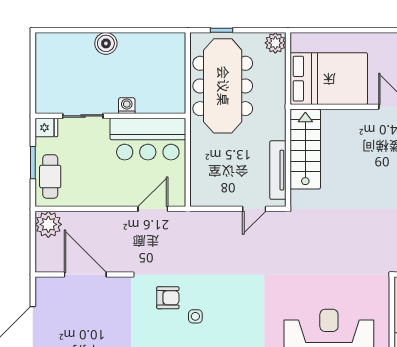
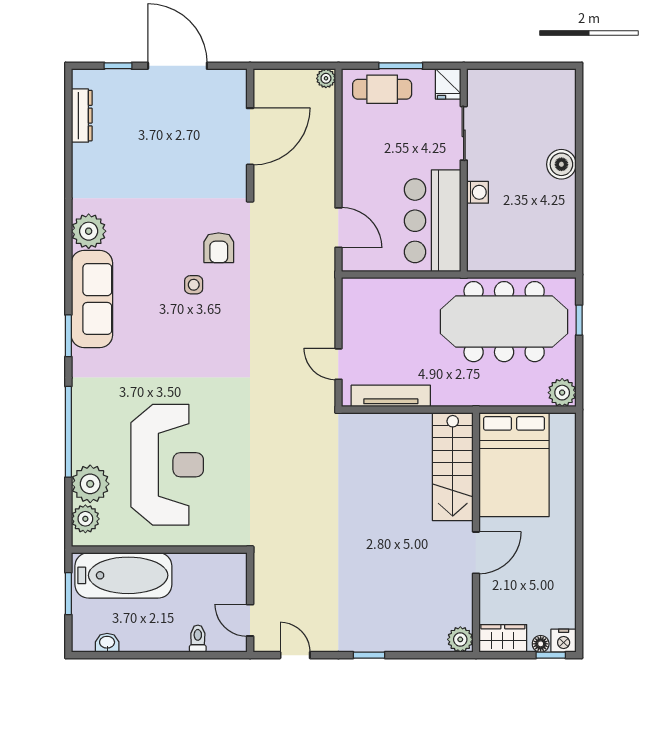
stairs: (305, 149) -> (453, 467), moved, turned 90
plant: (48, 224) -> (326, 78), width x0.53, depth x0.53

